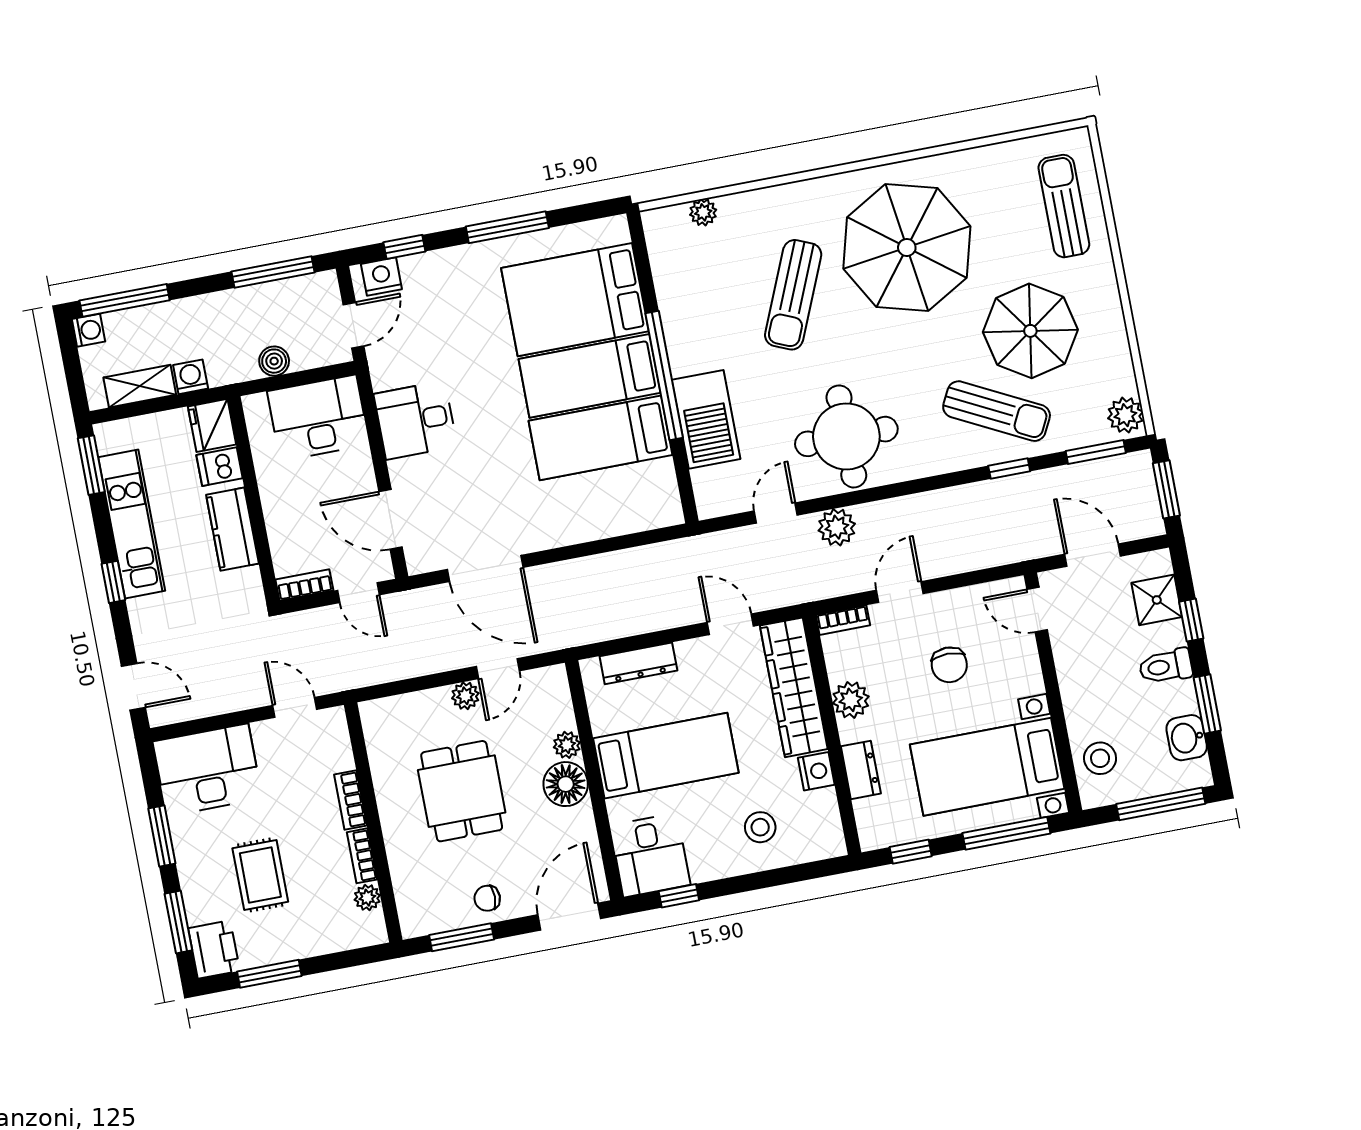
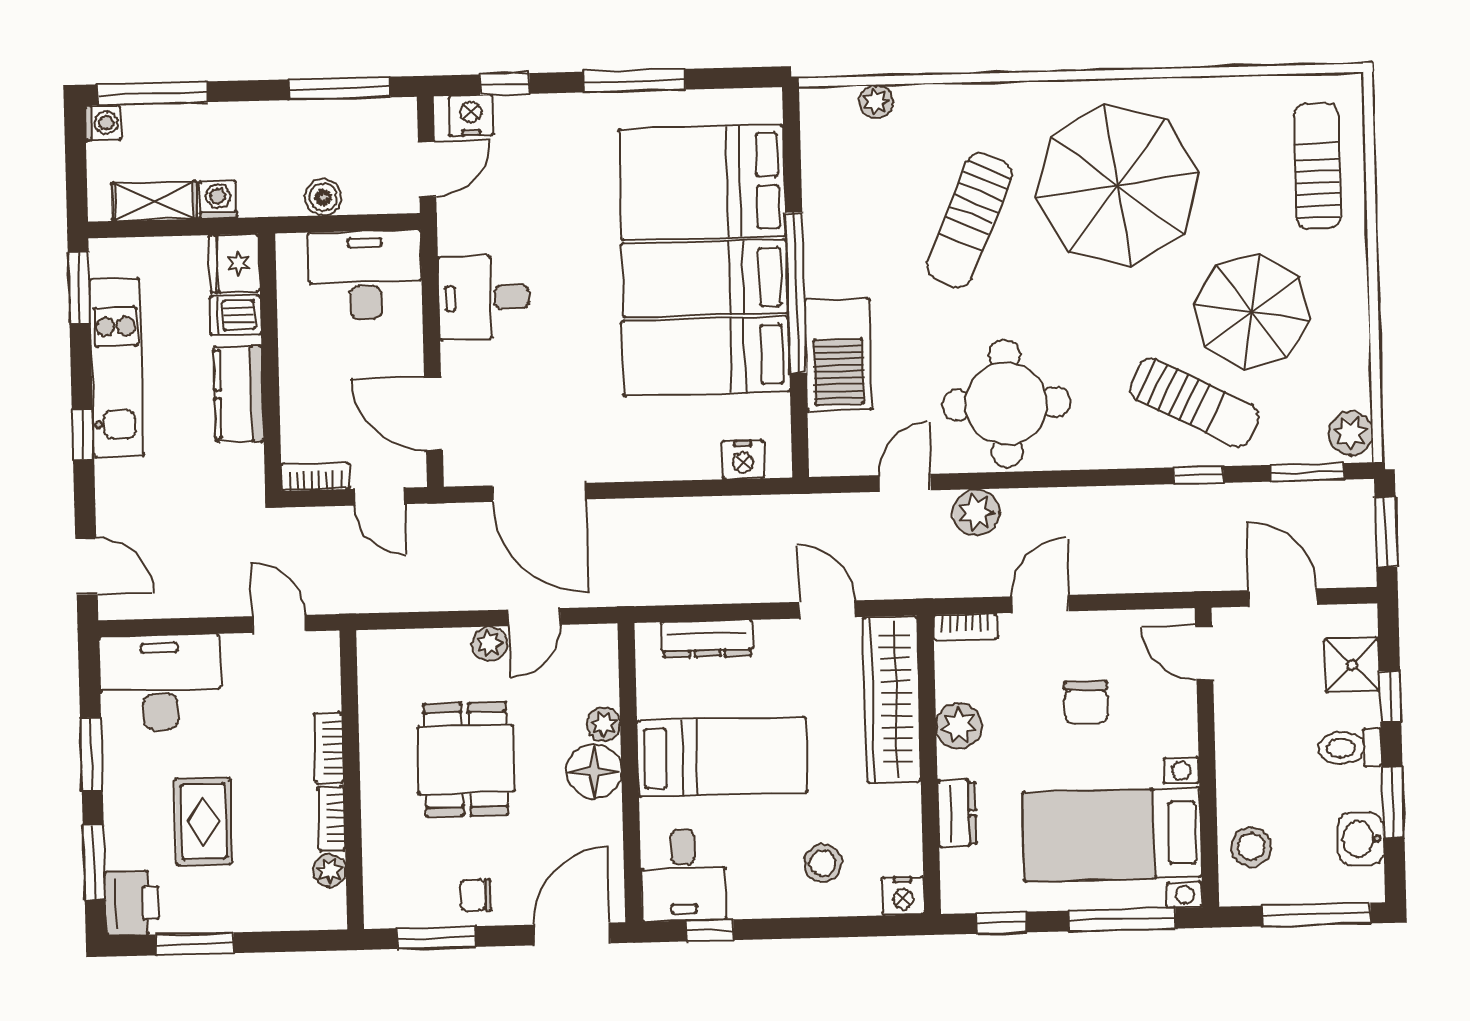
nightstand: (644, 516) -> (743, 460), added
nightstand: (816, 771) -> (903, 896), moved, turned 90

